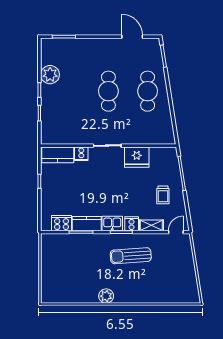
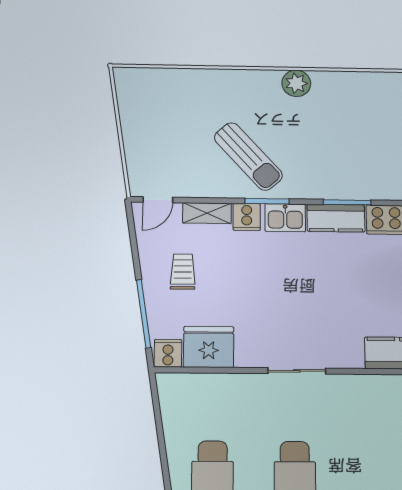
cooker: (81, 154) -> (168, 353), moved
fridge: (137, 157) -> (209, 347), moved
sun lounger: (131, 256) -> (248, 156), turned 52

